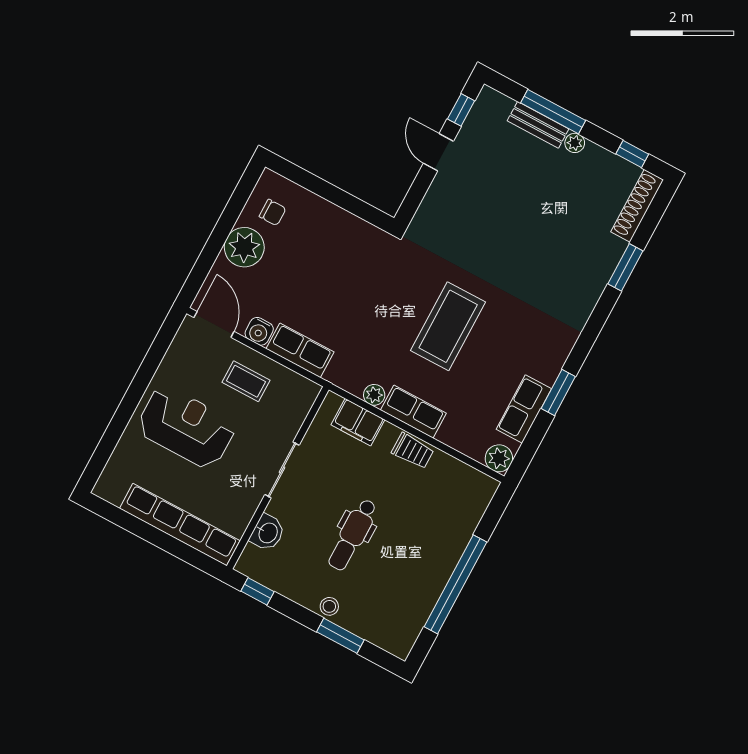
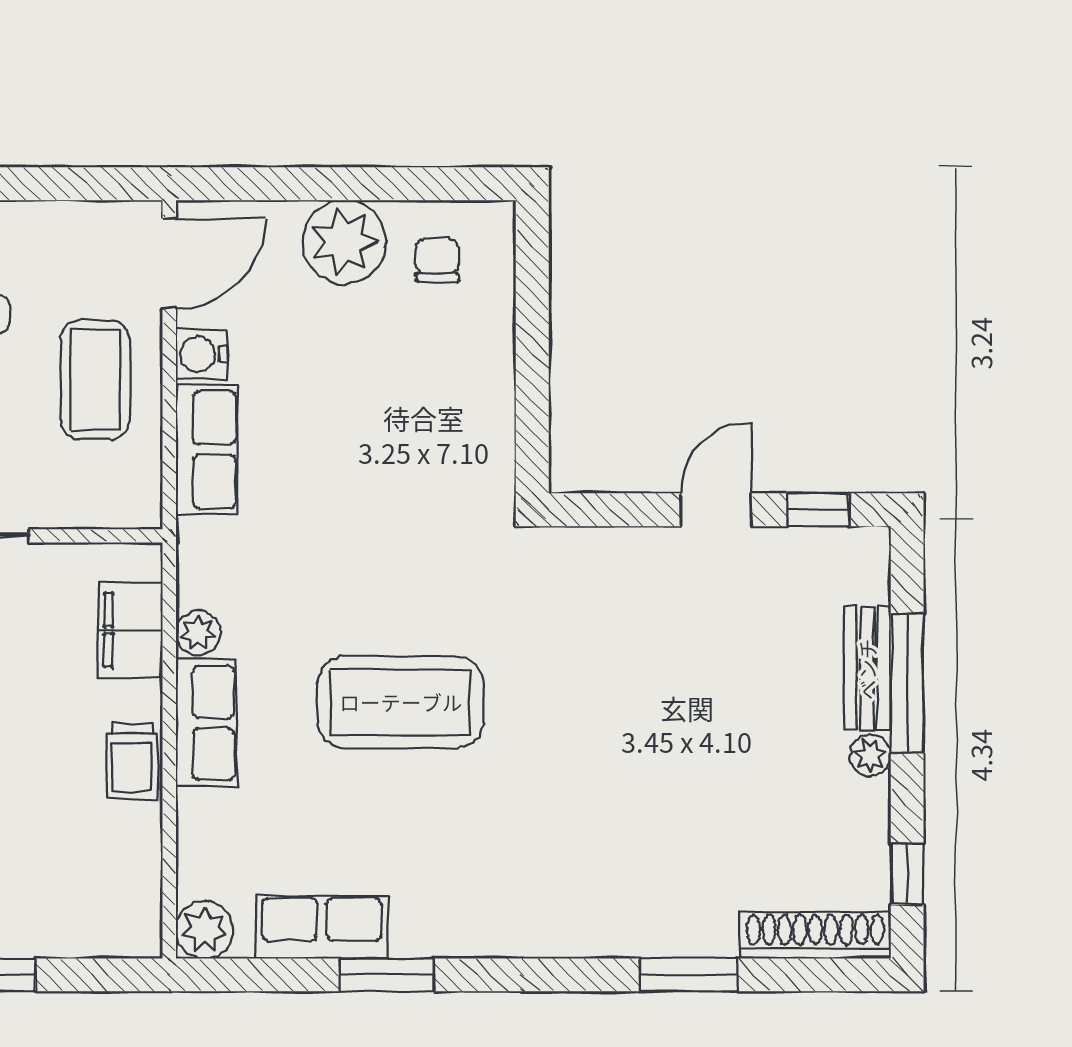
chair: (273, 212) -> (437, 260), turned 180
coffee table: (246, 381) -> (95, 380), width x1.36, depth x1.30

